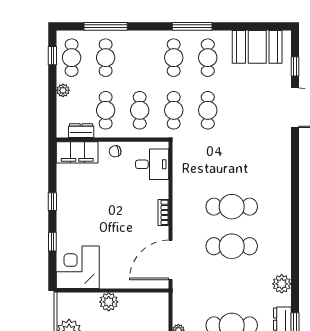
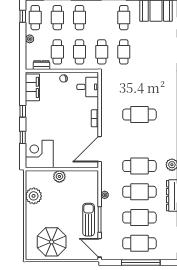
cafe table: (174, 58) -> (80, 18), moved
filing cabinet: (77, 152) -> (32, 87), moved, turned -90
cafe table: (232, 246) -> (139, 166), moved

